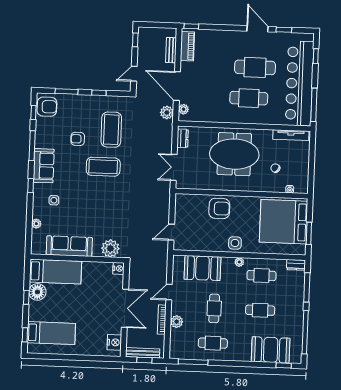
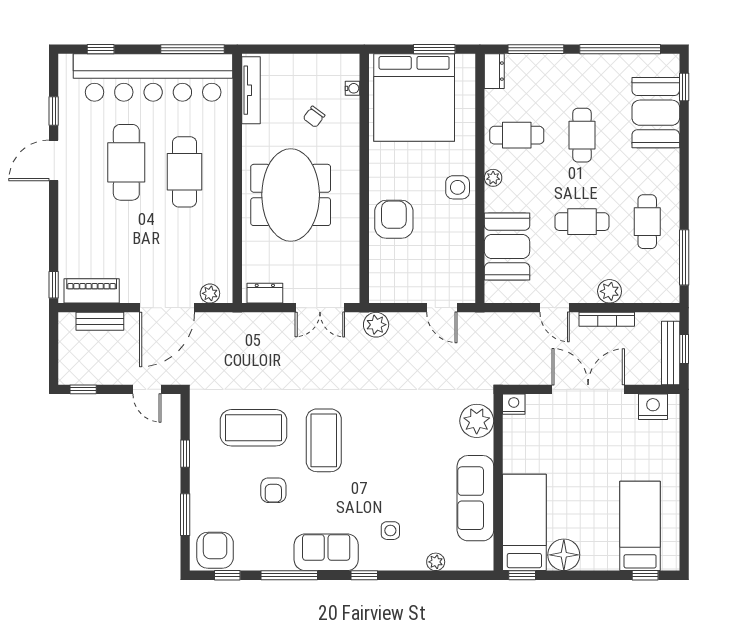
plant: (167, 113) -> (376, 325), moved
cafe table: (261, 276) -> (517, 135), turned 90
window: (26, 297) -> (522, 575), moved

